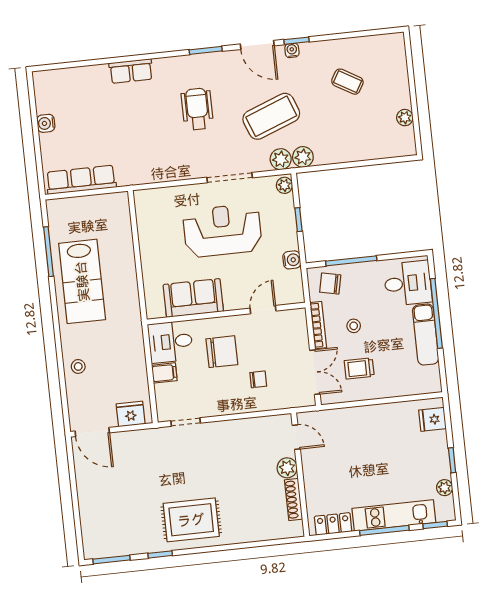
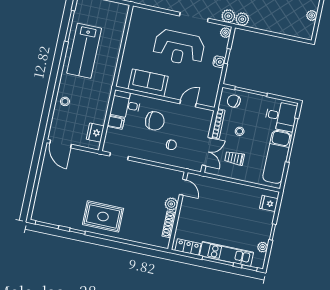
reception desk: (222, 230) -> (179, 48), turned 180
water cooler: (292, 260) -> (219, 62), moved
exam couch: (426, 334) -> (277, 157), width x1.36, depth x1.45
fridge: (131, 414) -> (95, 133), moved, turned -90

